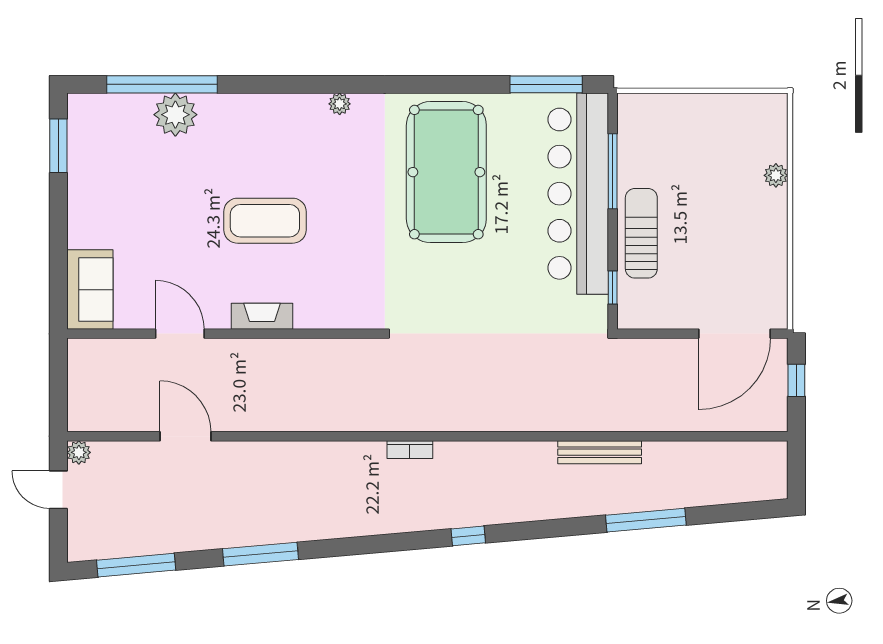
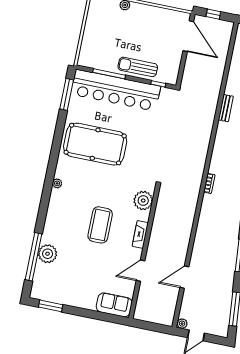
plant: (340, 307) -> (143, 201), added
bench: (600, 452) -> (226, 108), width x0.73

